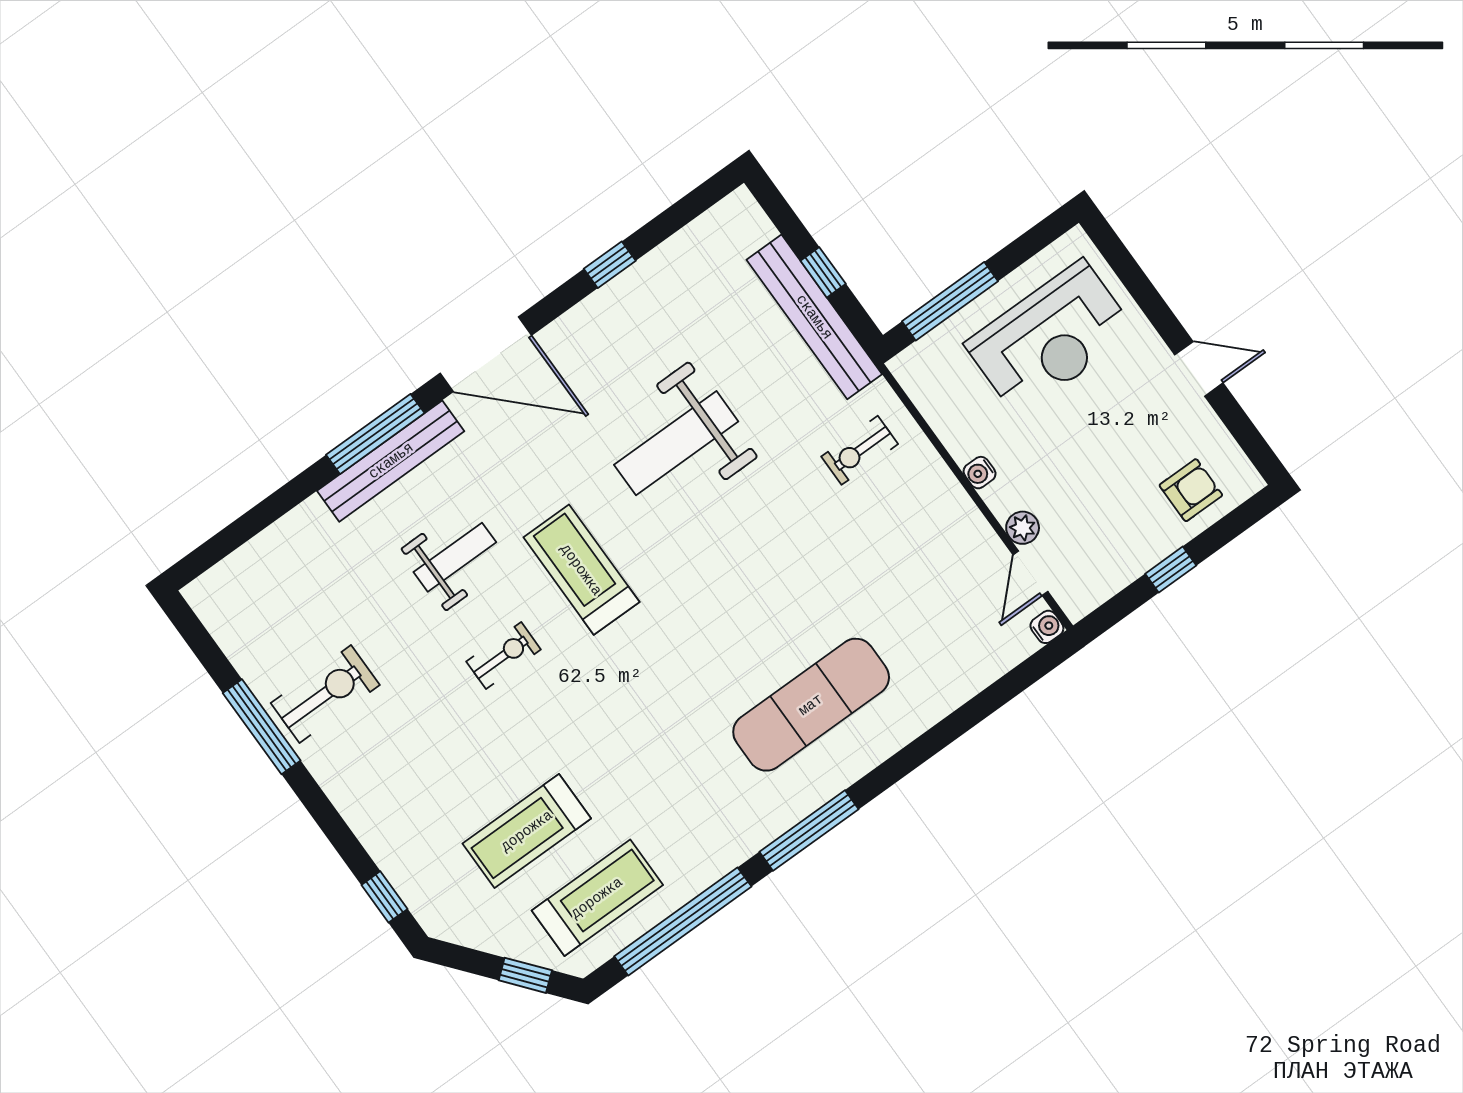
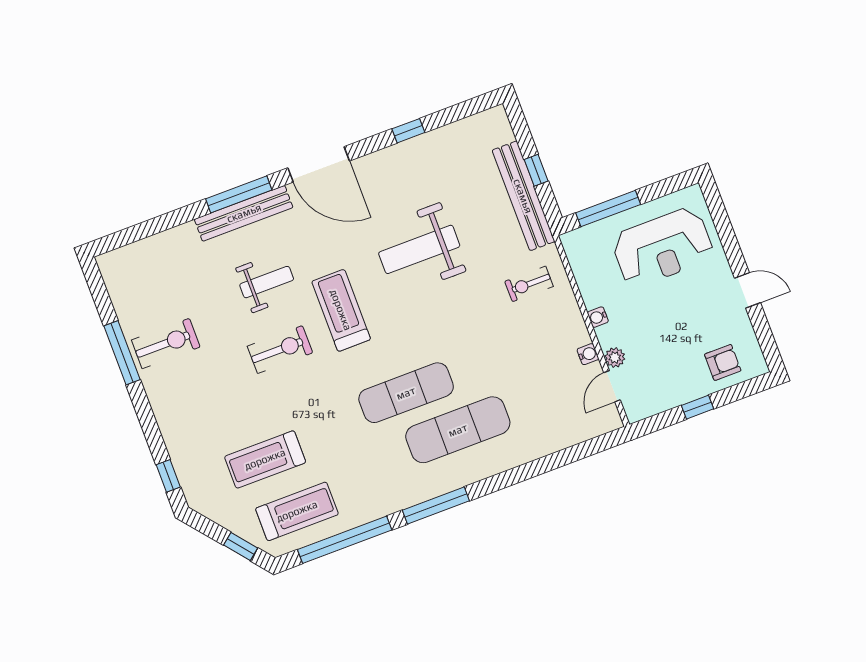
water cooler: (1047, 627) -> (588, 354), moved
exercise bike: (504, 656) -> (280, 350), width x1.38, depth x1.39
exercise mat: (716, 669) -> (406, 393), added

